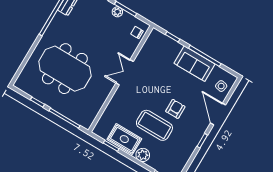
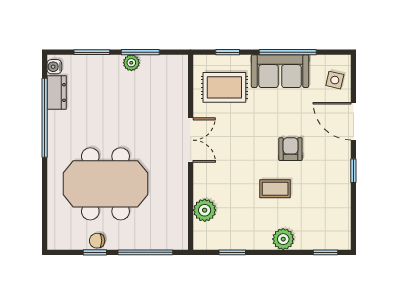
chair: (137, 32) -> (97, 241), moved
double door: (125, 72) -> (191, 140), swing flipped
plant: (110, 114) -> (205, 210), added
coffee table: (154, 125) -> (275, 189), width x0.54, depth x0.58
rug: (124, 139) -> (224, 87), moved

